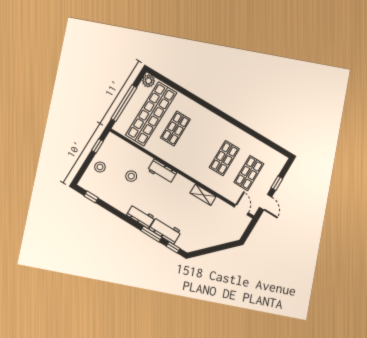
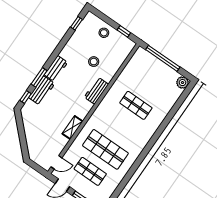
shop shelf: (151, 114) -> (151, 83), removed
shop shelf: (224, 158) -> (105, 149), width x1.43, depth x1.36

